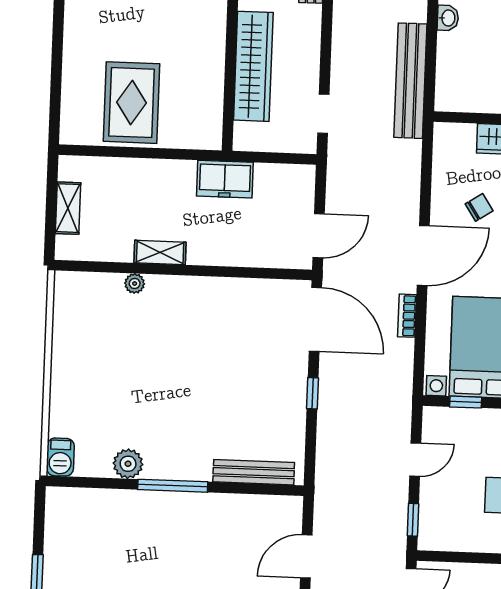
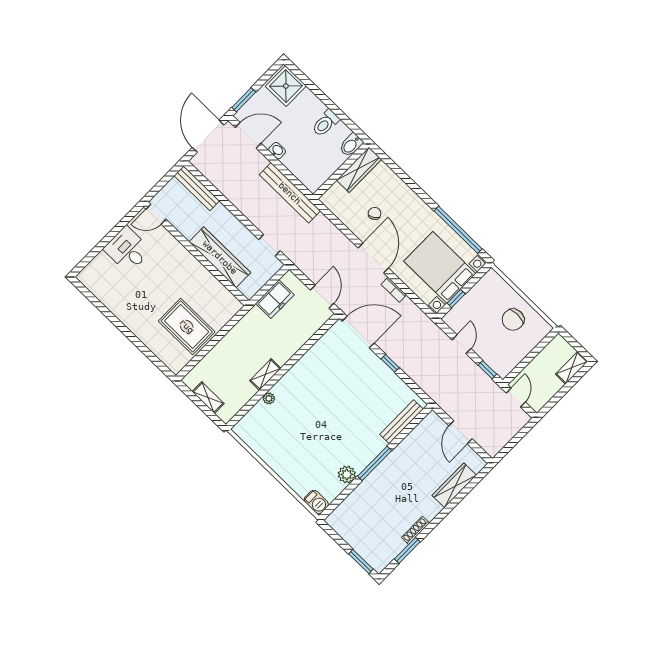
freezer: (225, 179) -> (275, 299), moved

